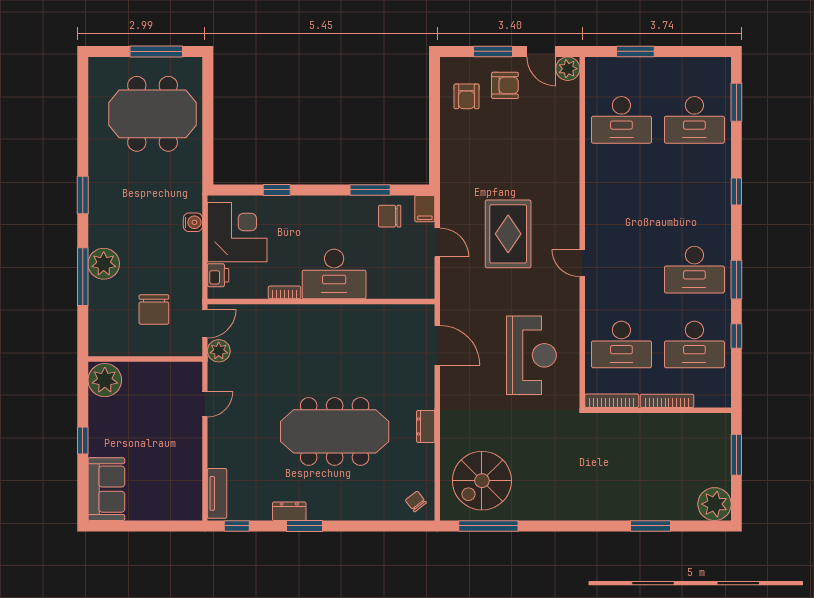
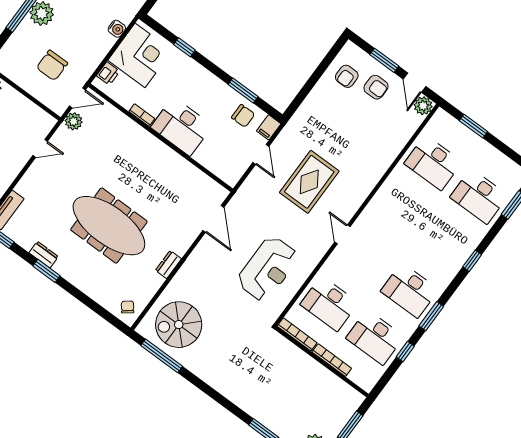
chair: (390, 216) -> (243, 116), turned 180

